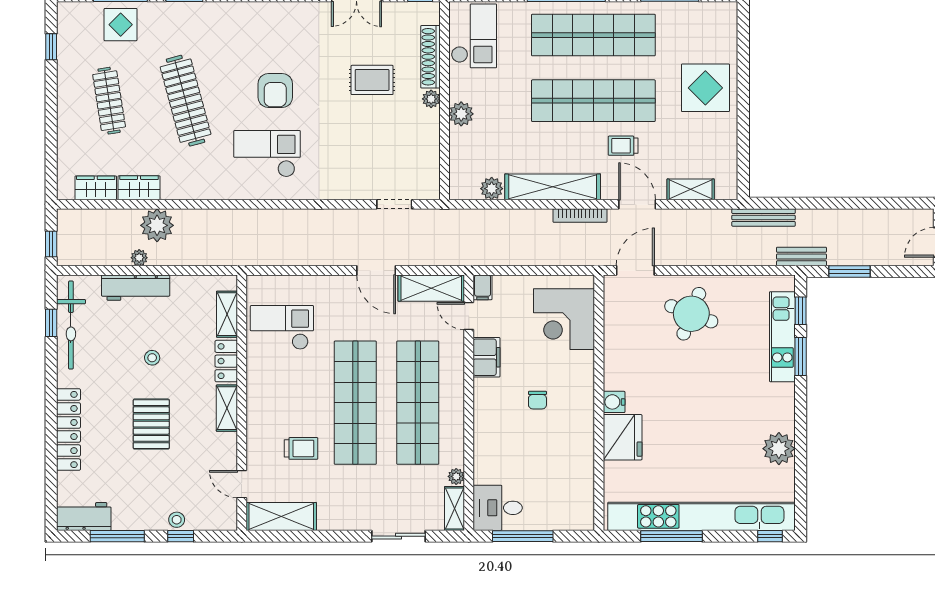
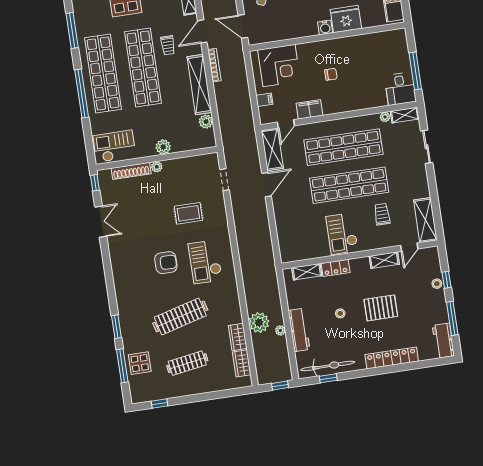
rug: (372, 80) -> (188, 213), moved, turned 90
filing cabinet: (483, 287) -> (264, 100), moved
checkout: (282, 327) -> (342, 234), moved
shelving: (227, 408) -> (384, 260), moved

